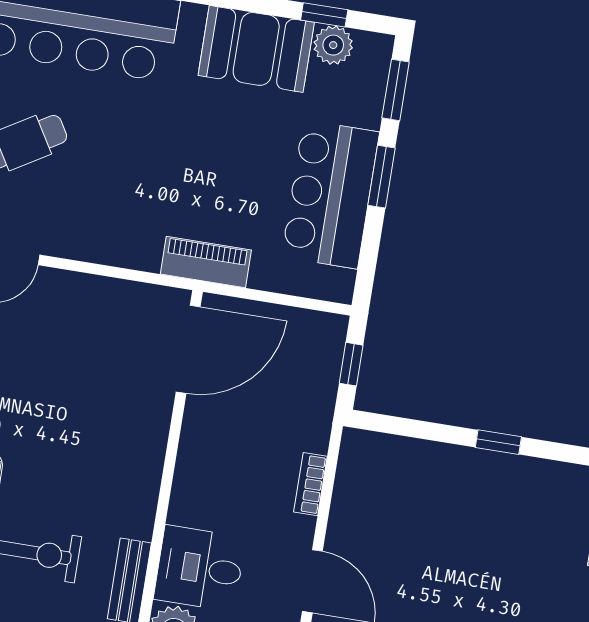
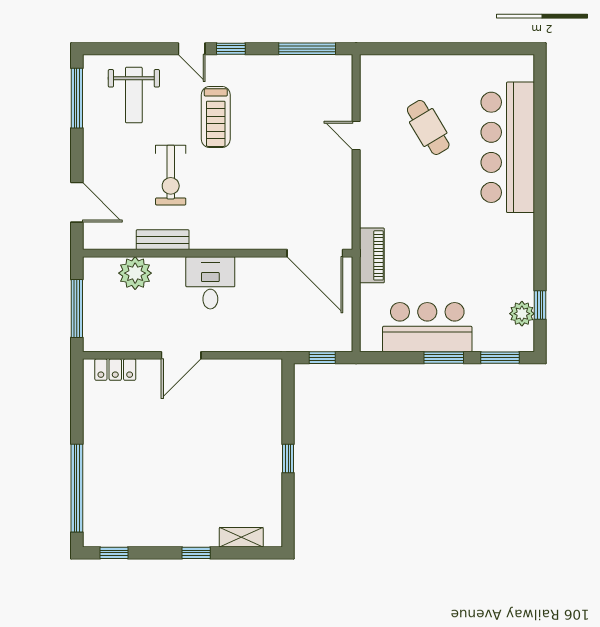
booth: (256, 49) -> (512, 265), removed
bookcase: (310, 484) -> (242, 344), removed
desk: (200, 568) -> (210, 283), moved

